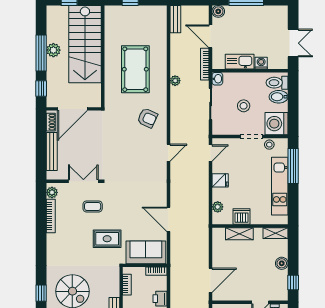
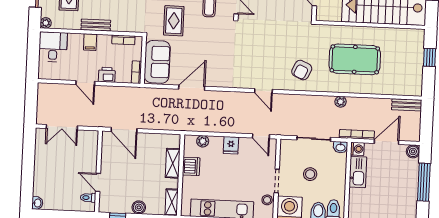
washing machine: (261, 63) -> (357, 149), moved

